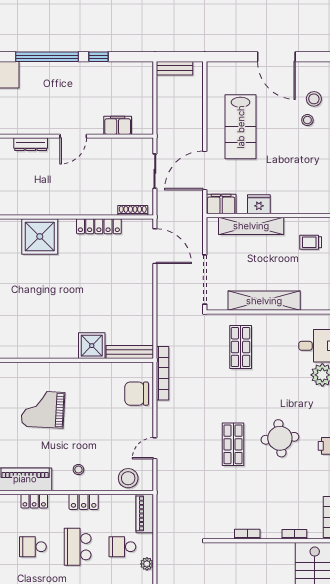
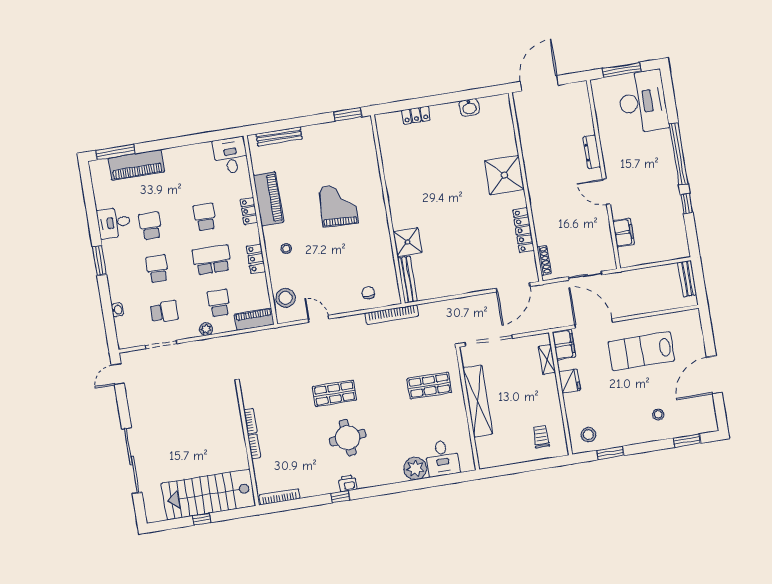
stool: (314, 99) -> (588, 435), moved
shelving: (251, 226) -> (547, 359), width x0.45, depth x0.75
chair: (137, 394) -> (368, 293), width x0.54, depth x0.54
bookcase: (294, 534) -> (254, 446), moved

